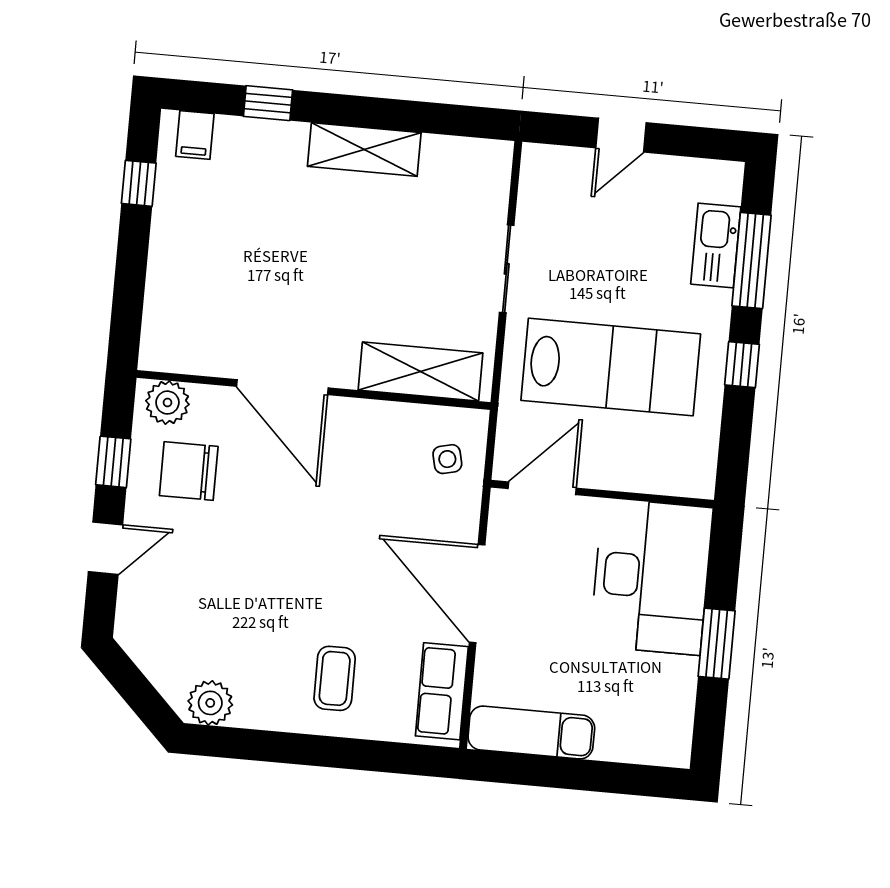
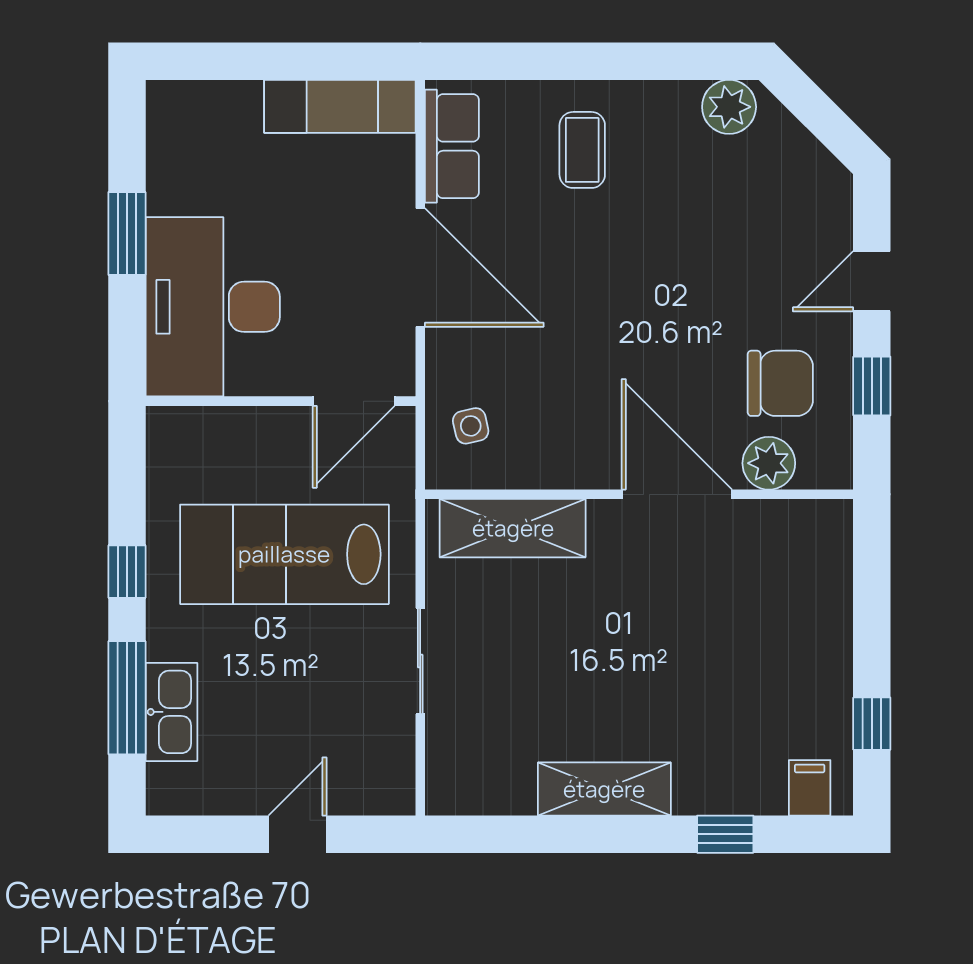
plant: (167, 403) -> (769, 463), moved

